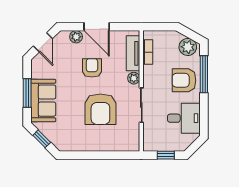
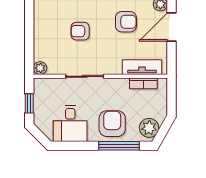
plant: (134, 78) -> (40, 68), moved
armchair: (100, 109) -> (80, 31), width x0.53, depth x0.53

